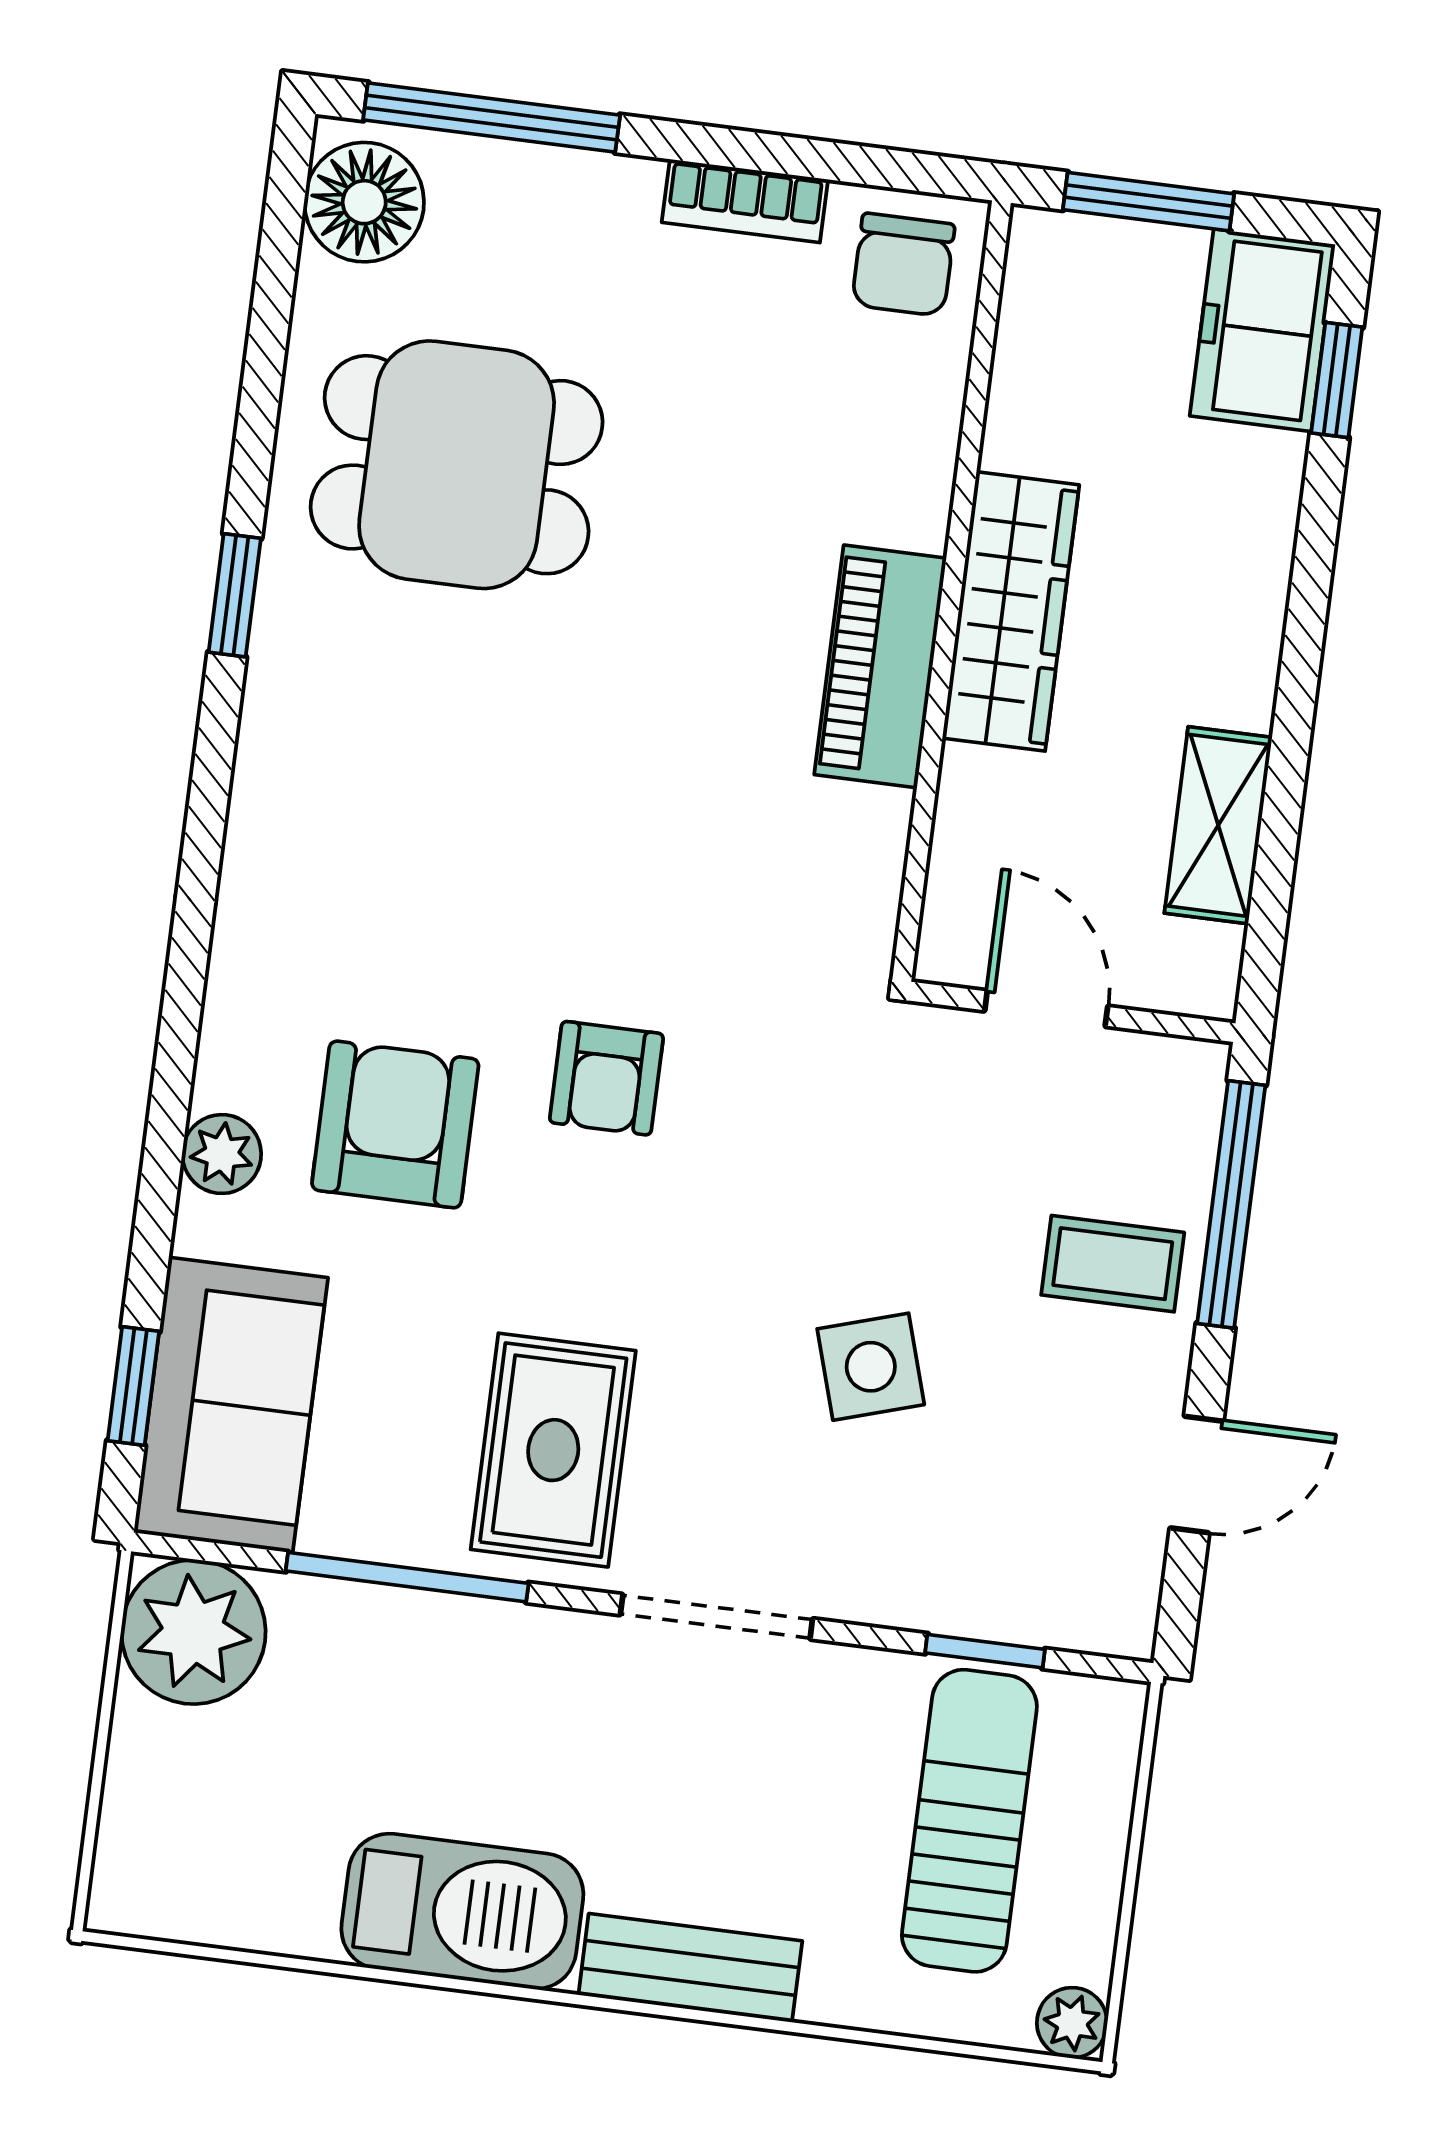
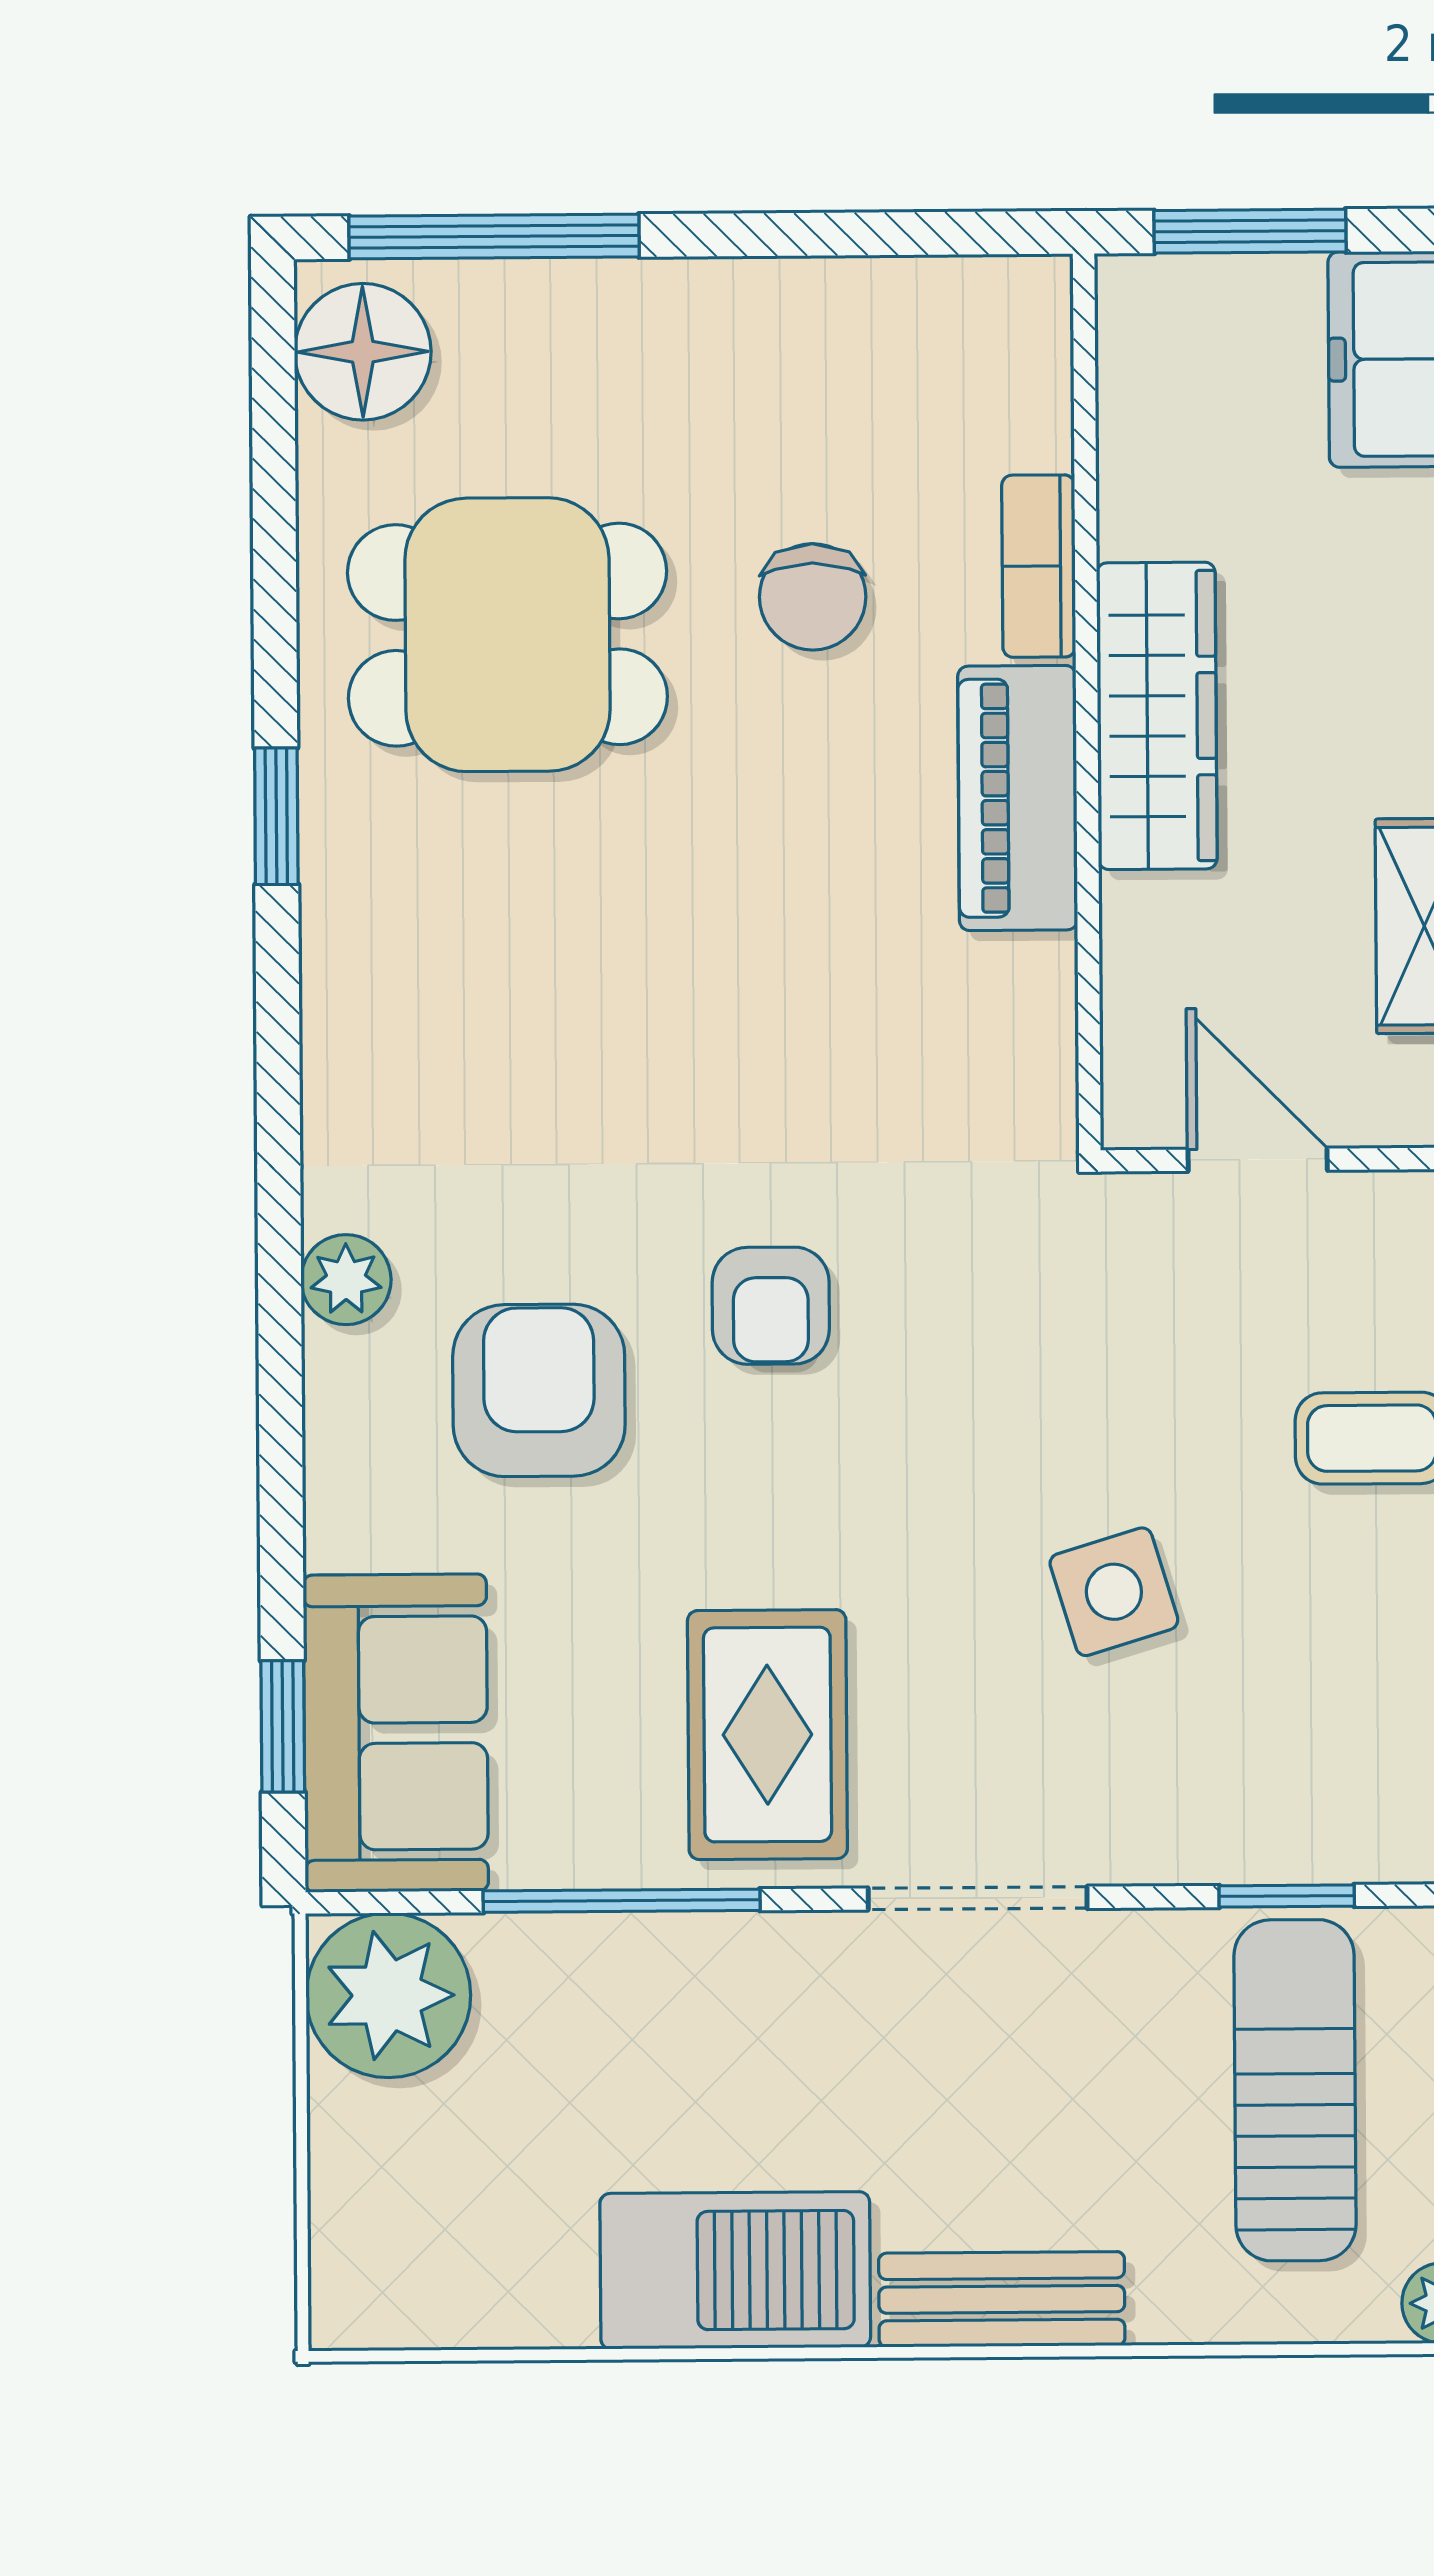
bookcase: (745, 201) -> (1039, 566), moved, turned 90
chair: (903, 265) -> (813, 597), moved
plant: (222, 1154) -> (346, 1280), moved

